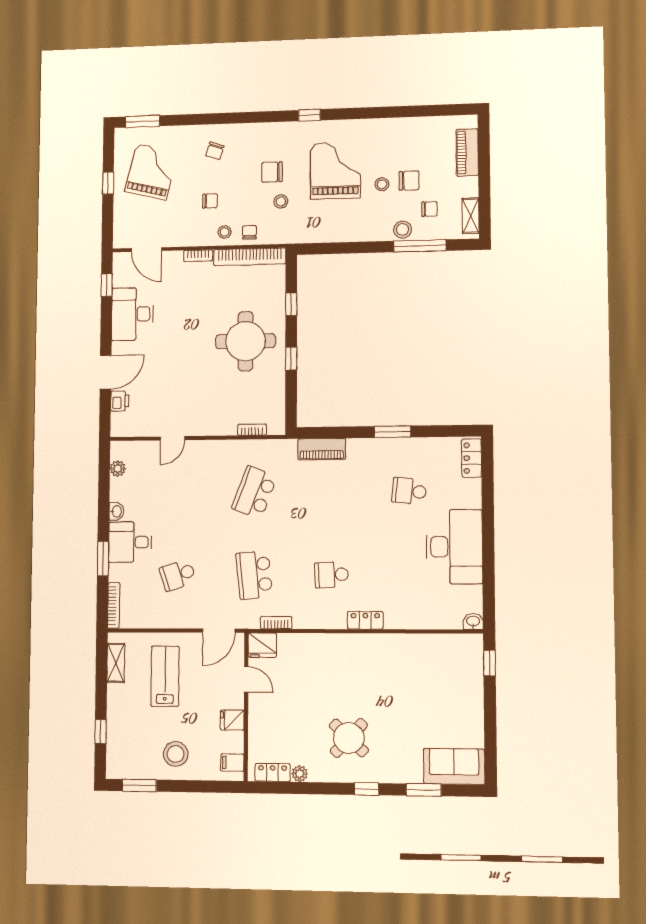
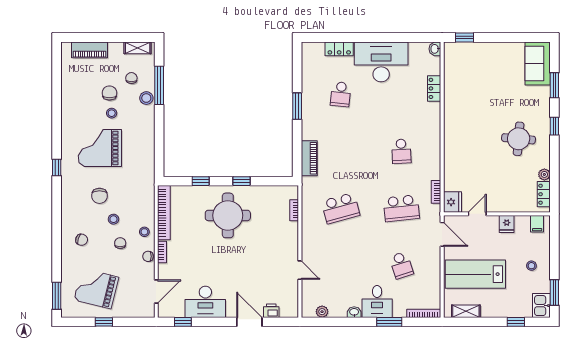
stool: (281, 201) -> (113, 219), moved
chair: (249, 232) -> (148, 256), moved
locker: (472, 458) -> (339, 49), moved
school desk: (255, 492) -> (341, 208), turned -36
locker: (365, 620) -> (434, 88), moved
lab bench: (165, 676) -> (475, 274), width x1.36, depth x1.39
round table: (349, 738) -> (519, 139), turned -38
stool: (176, 754) -> (531, 266), width x0.53, depth x0.53
kitchen sink: (122, 767) -> (541, 306), added

